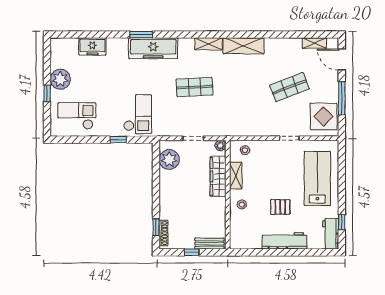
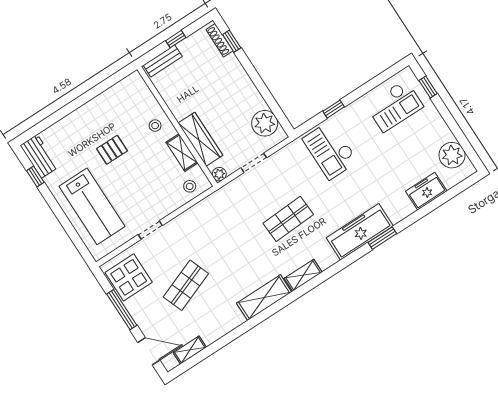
plant: (60, 79) -> (452, 155), moved
window: (47, 93) -> (428, 87), moved
workbench: (284, 241) -> (84, 116), removed

